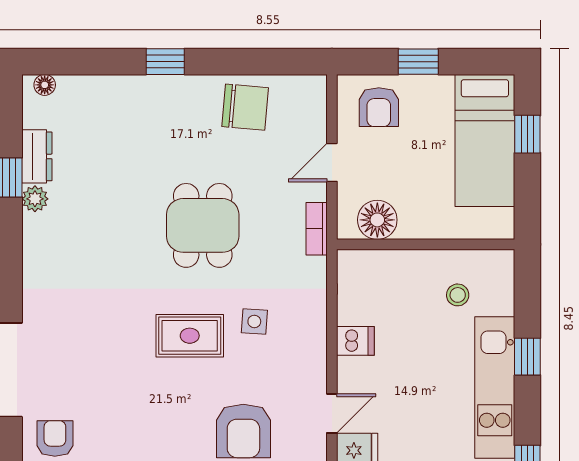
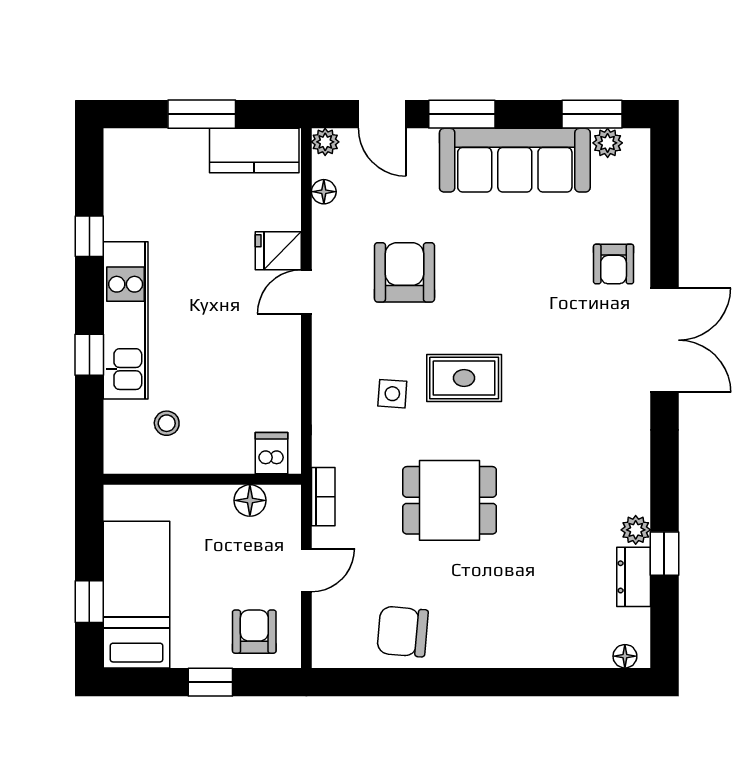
window: (165, 62) -> (491, 682), removed
floor lamp: (377, 220) -> (250, 500), width x0.73, depth x0.73
dining table: (203, 225) -> (450, 500), turned 90
dishwasher: (355, 341) -> (271, 453), moved, turned 90

